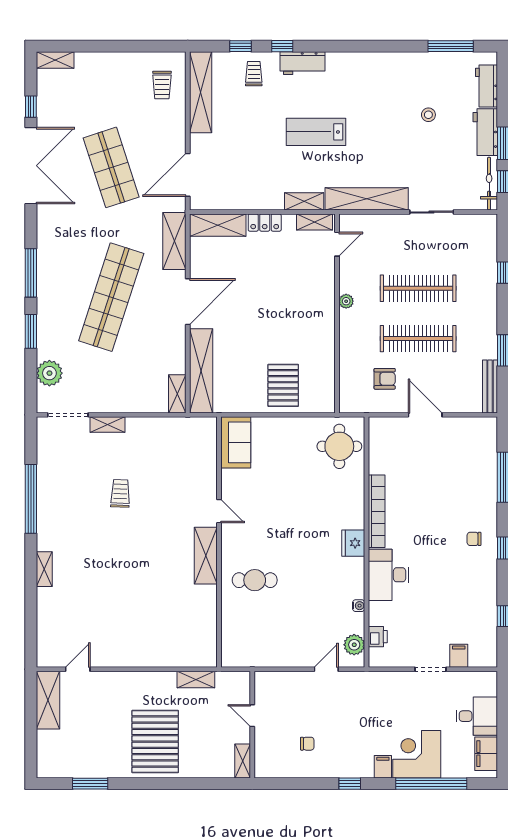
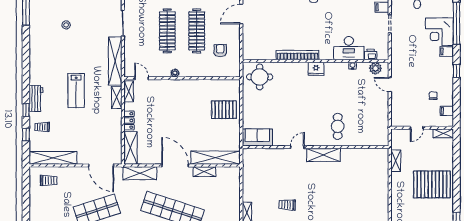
shelving: (177, 394) -> (204, 172), moved
door: (425, 415) -> (241, 14), moved
desk: (389, 575) -> (349, 48), moved
filing cabinet: (281, 767) -> (447, 111), added

